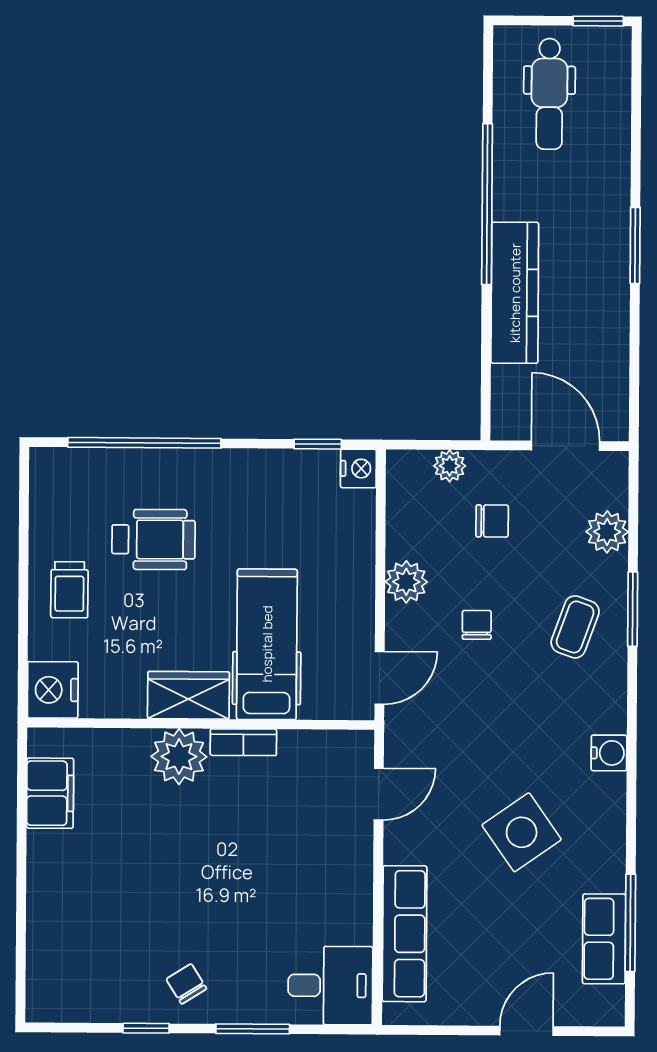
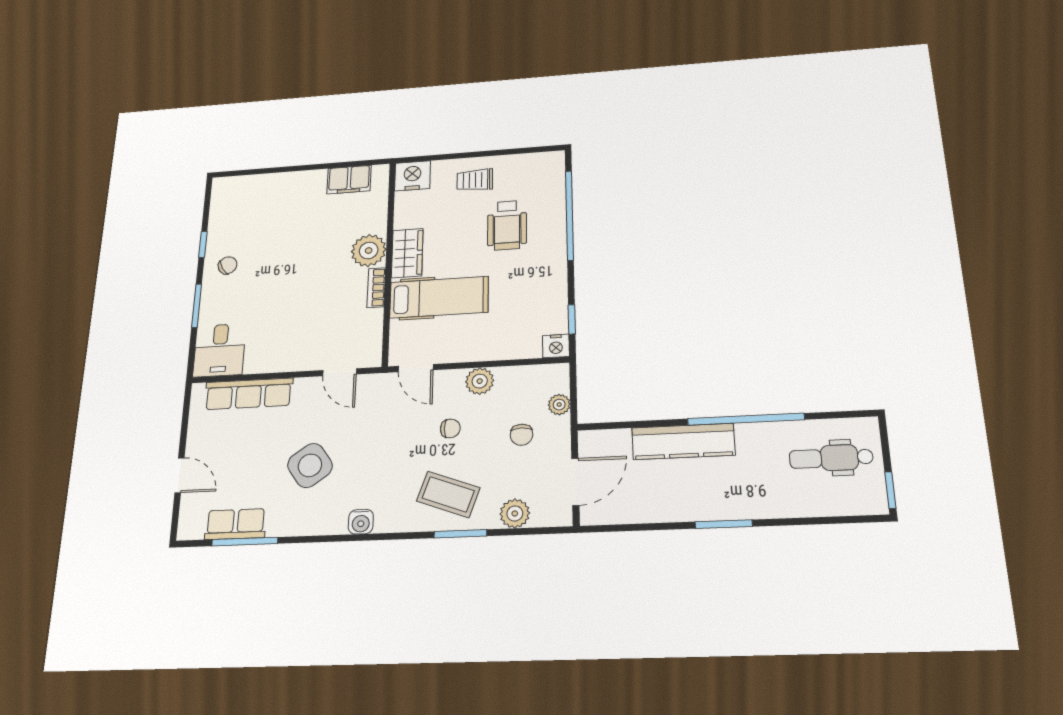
coffee table: (575, 627) -> (448, 494), width x1.36, depth x1.30

